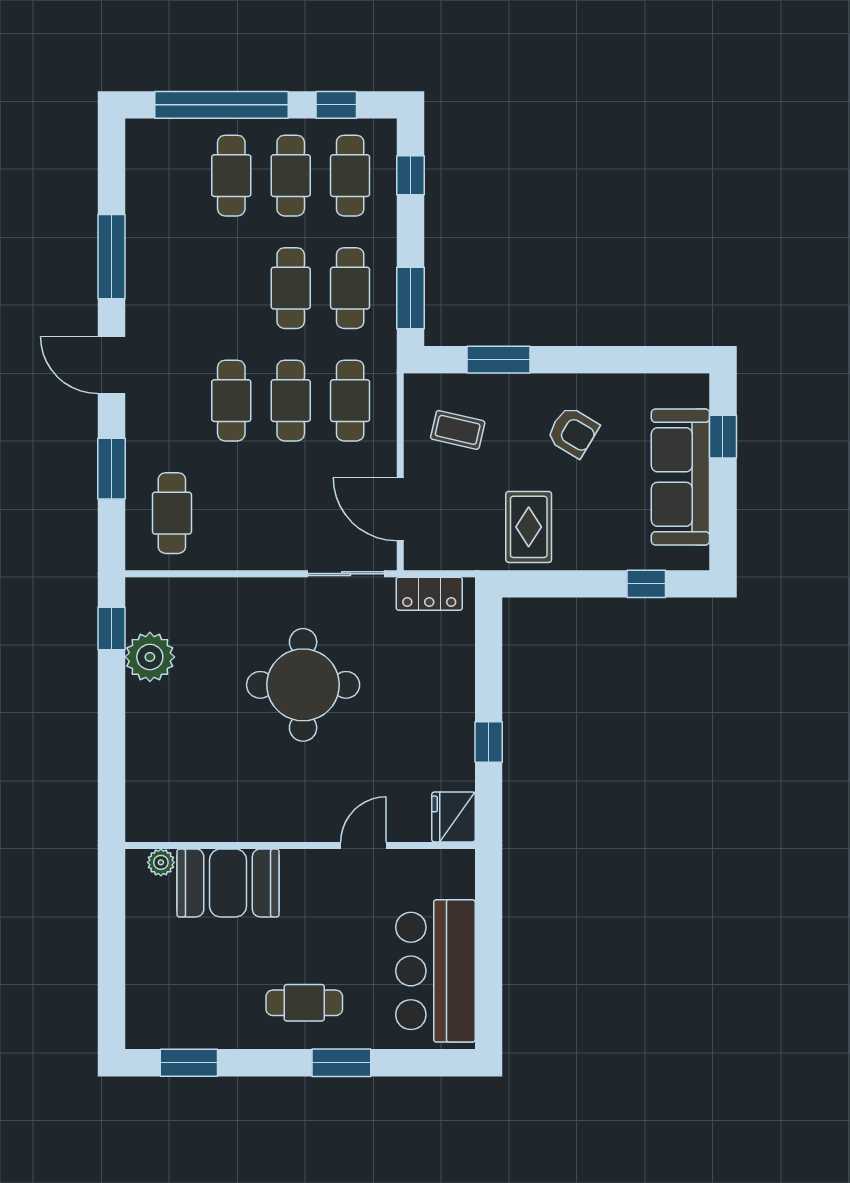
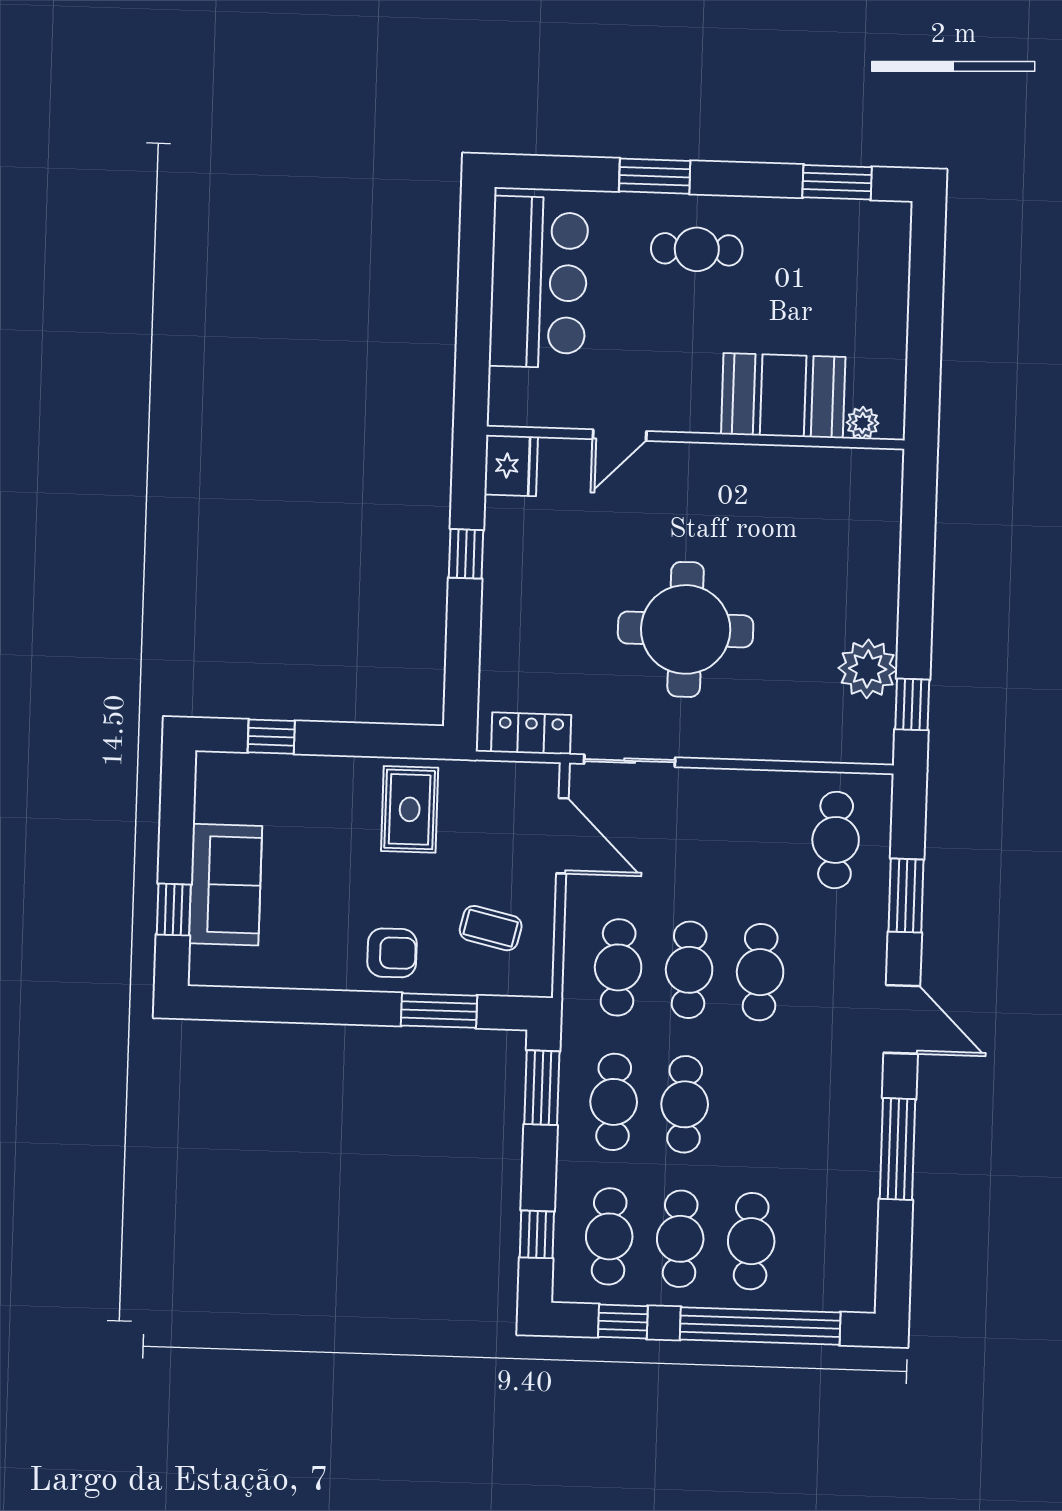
armchair: (573, 432) -> (392, 953), moved, turned 149
sofa: (680, 477) -> (225, 885), width x0.73

